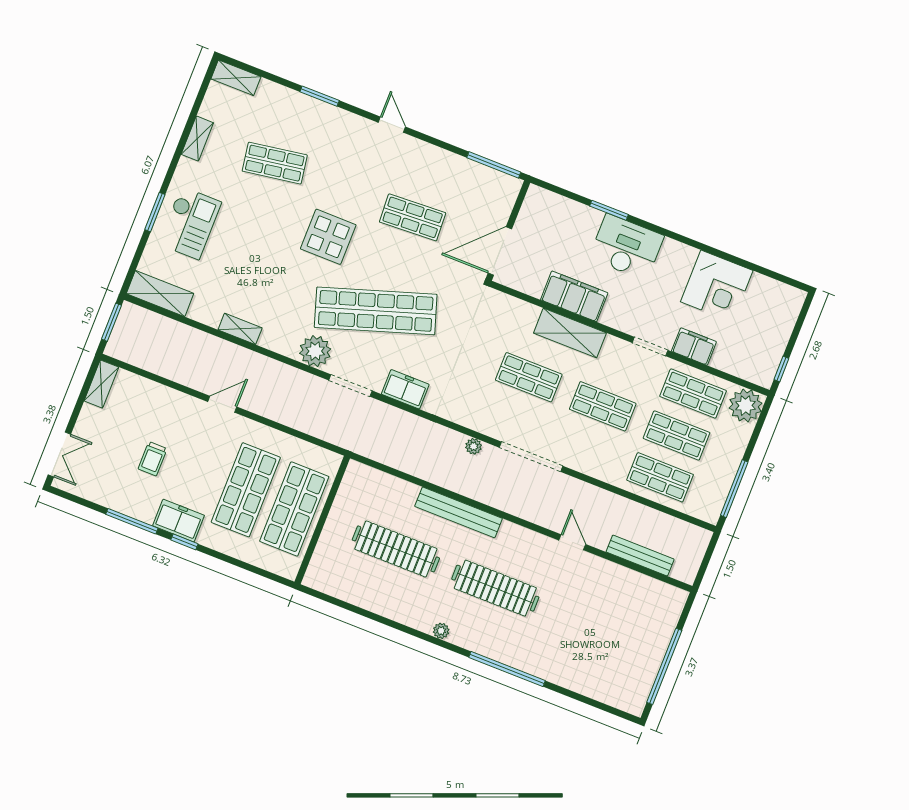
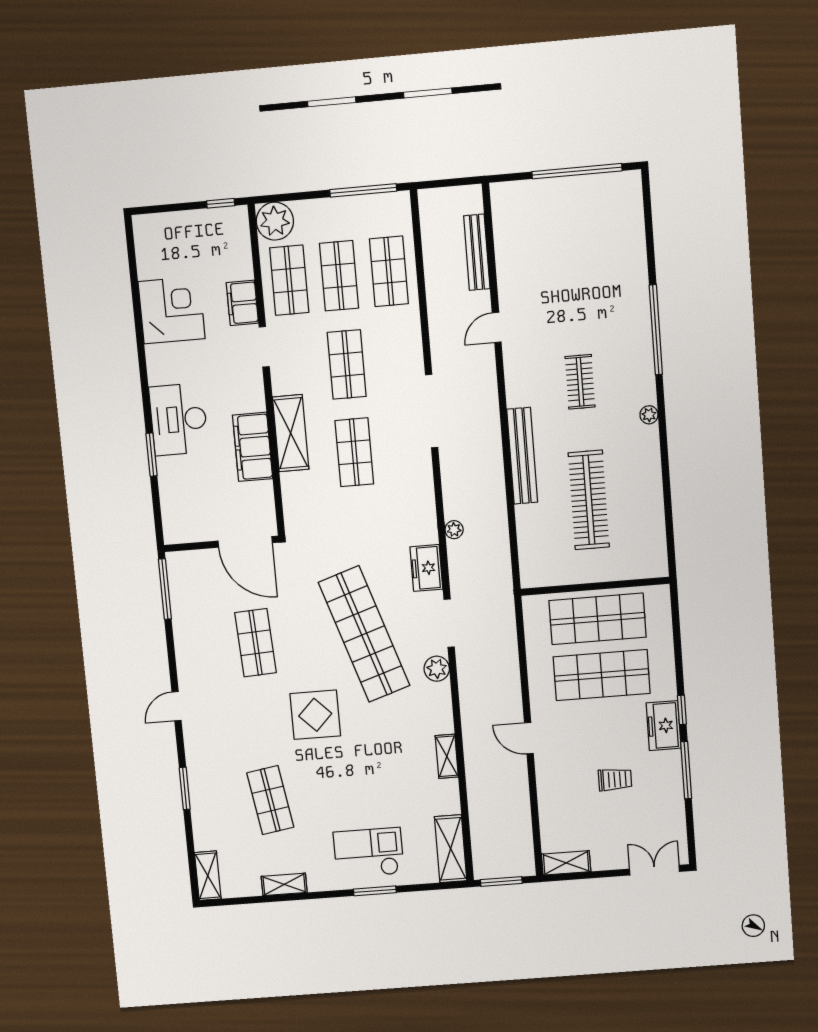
plant: (315, 351) -> (437, 669), width x0.73, depth x0.73
plant: (474, 446) -> (454, 530), moved
clothes rail: (495, 588) -> (580, 382), width x0.54, depth x0.76

